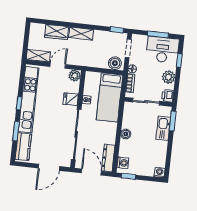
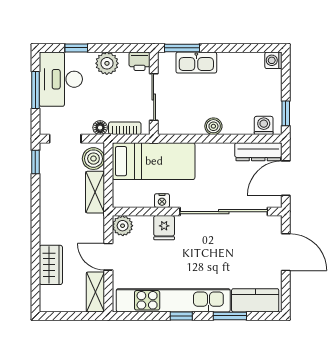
shelving: (81, 34) -> (95, 192), moved

